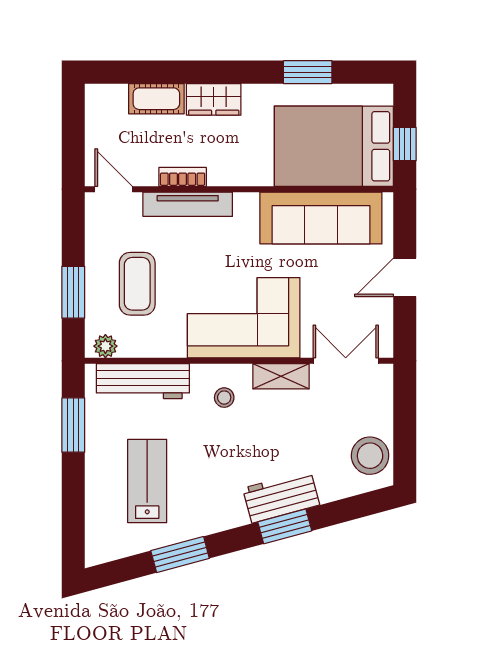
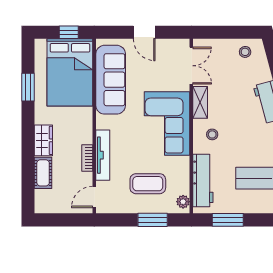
double door: (346, 361) -> (191, 66), swing flipped
stool: (370, 456) -> (245, 52), width x0.53, depth x0.53

